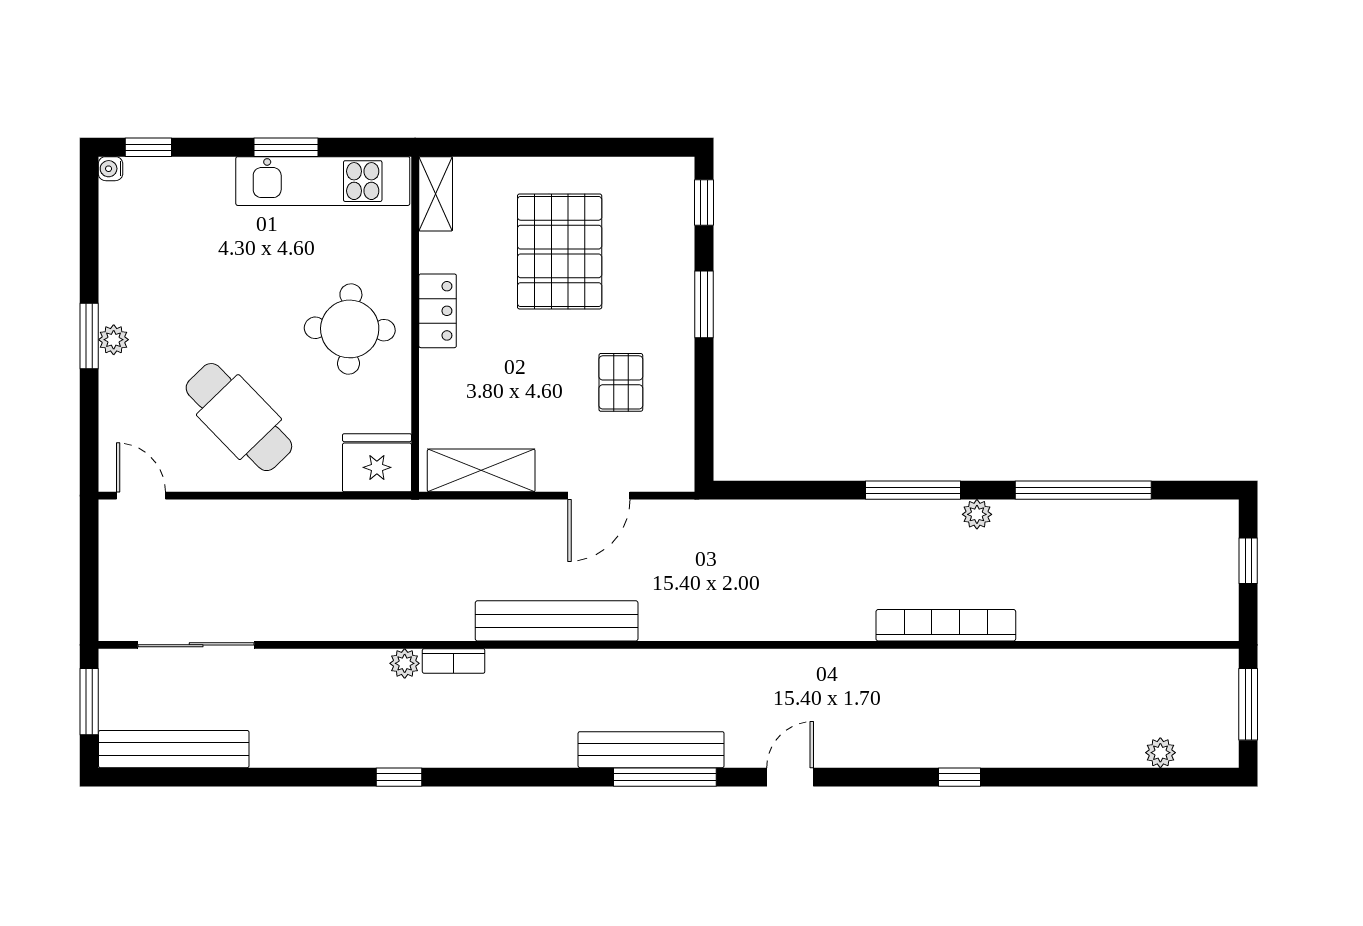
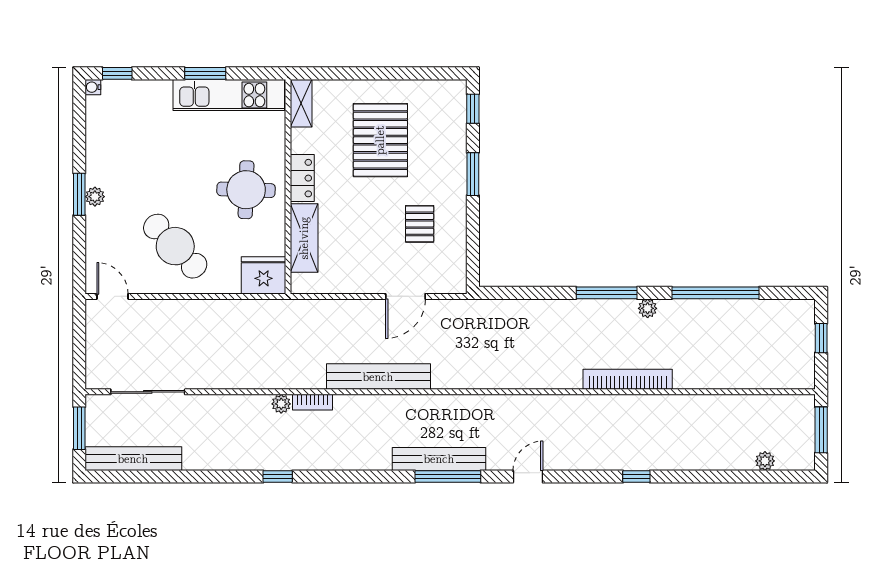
shelving: (481, 470) -> (304, 238), moved, turned 90

